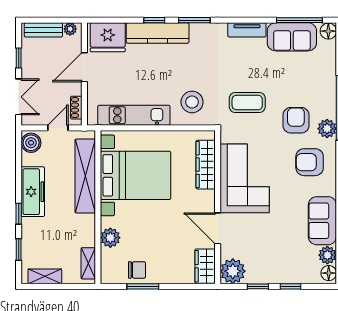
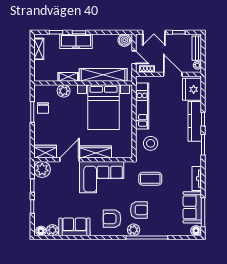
coffee table: (247, 103) -> (150, 179), turned 90
armchair: (310, 162) -> (112, 219), turned -90
wardrobe: (206, 165) -> (96, 152), moved
freezer: (33, 192) -> (76, 41), moved
shelving: (88, 263) -> (68, 77), moved

